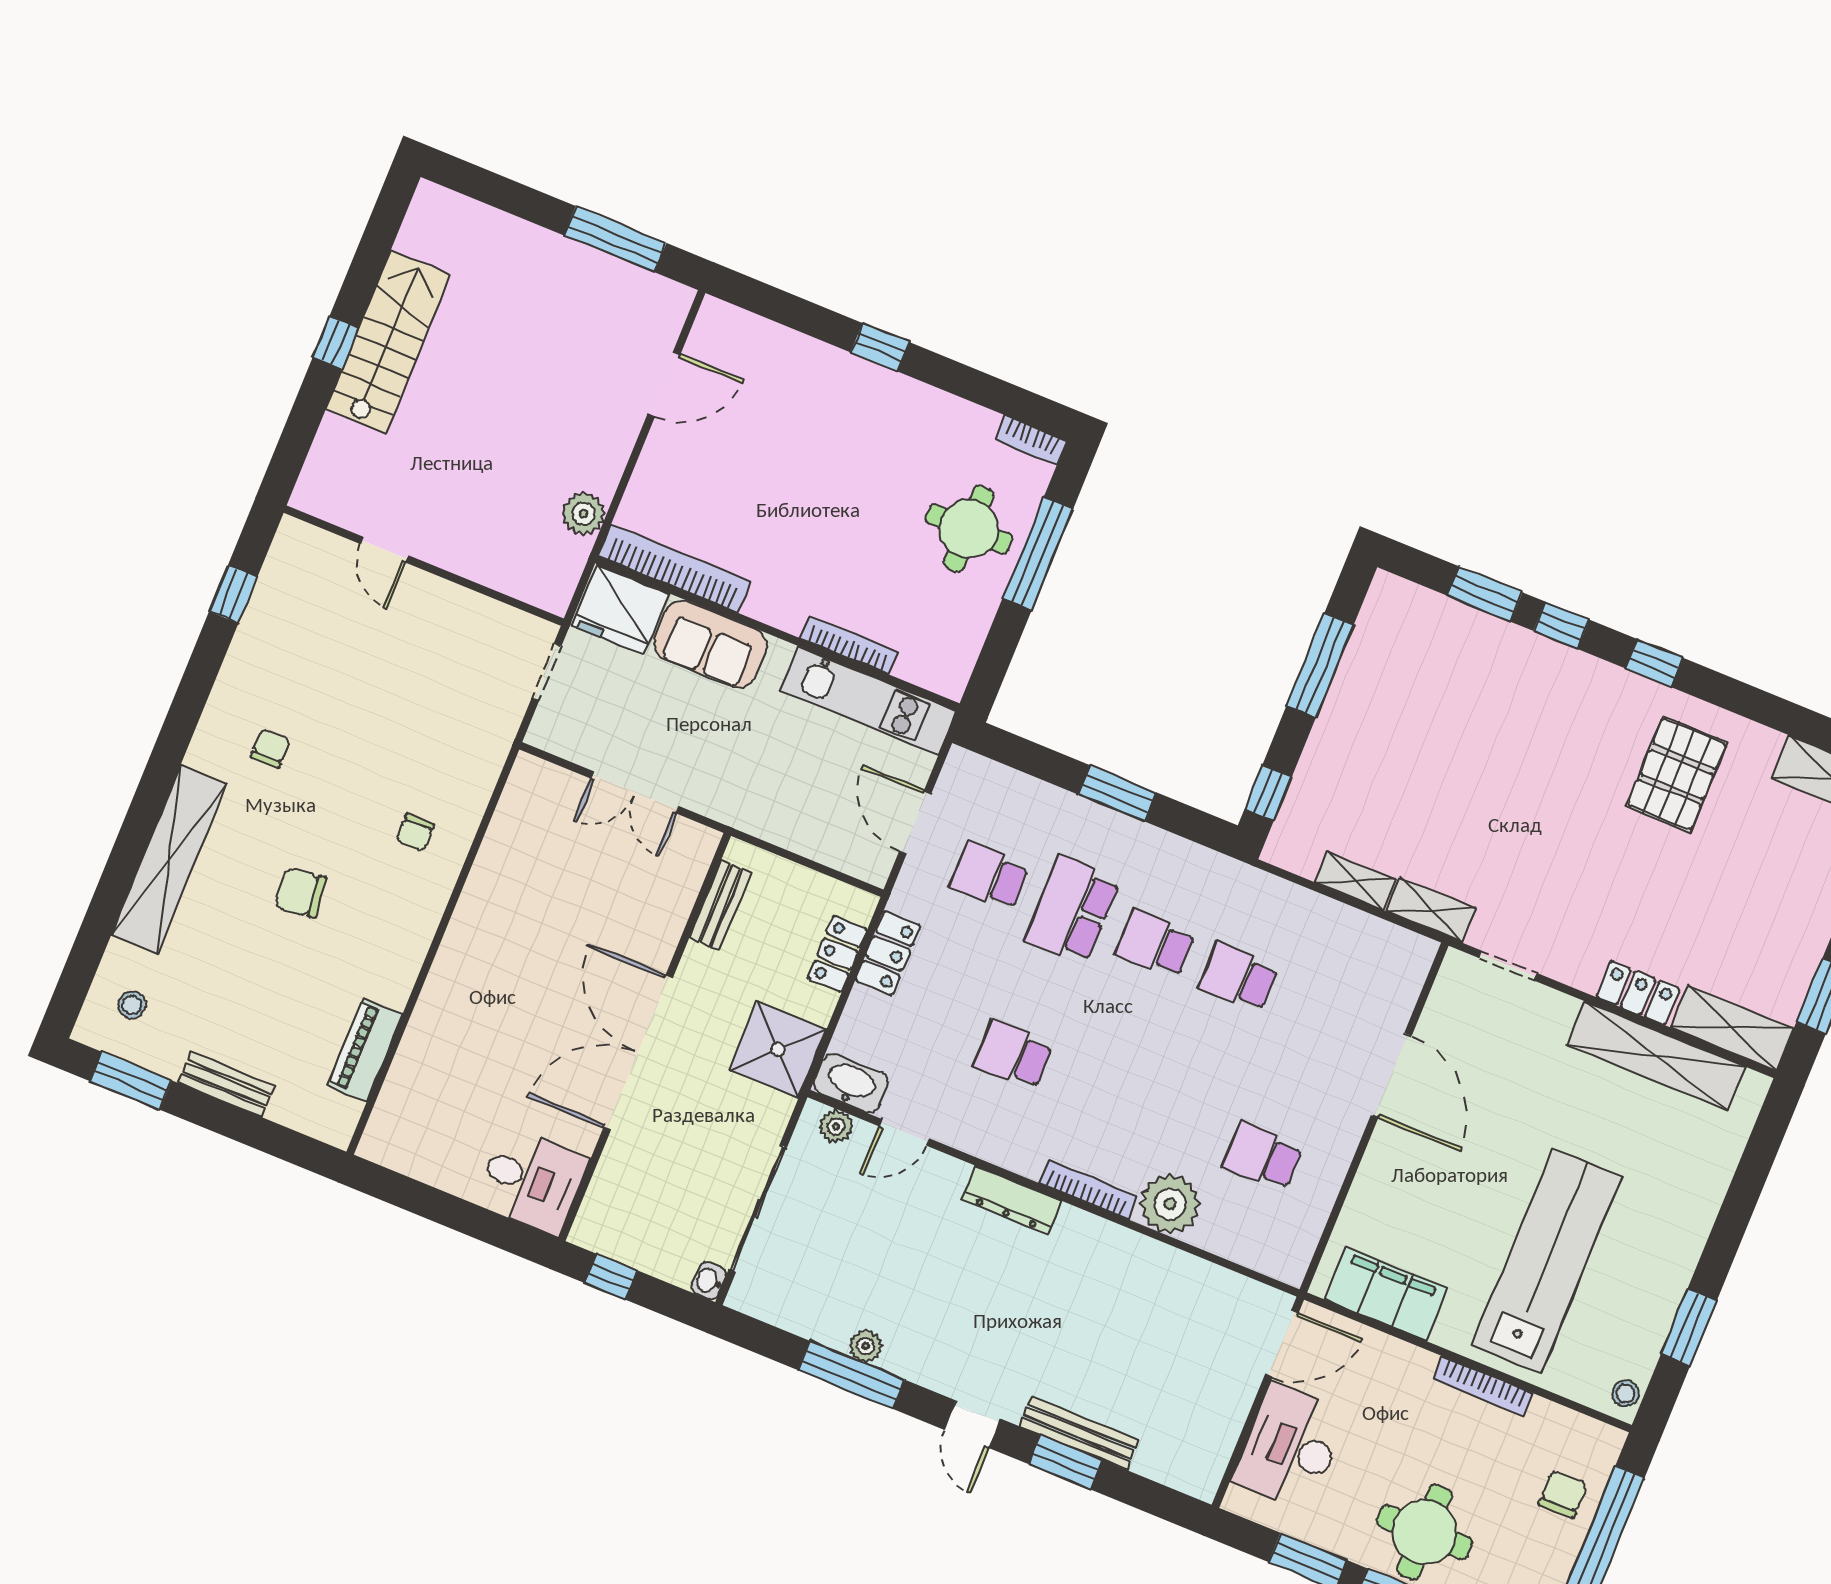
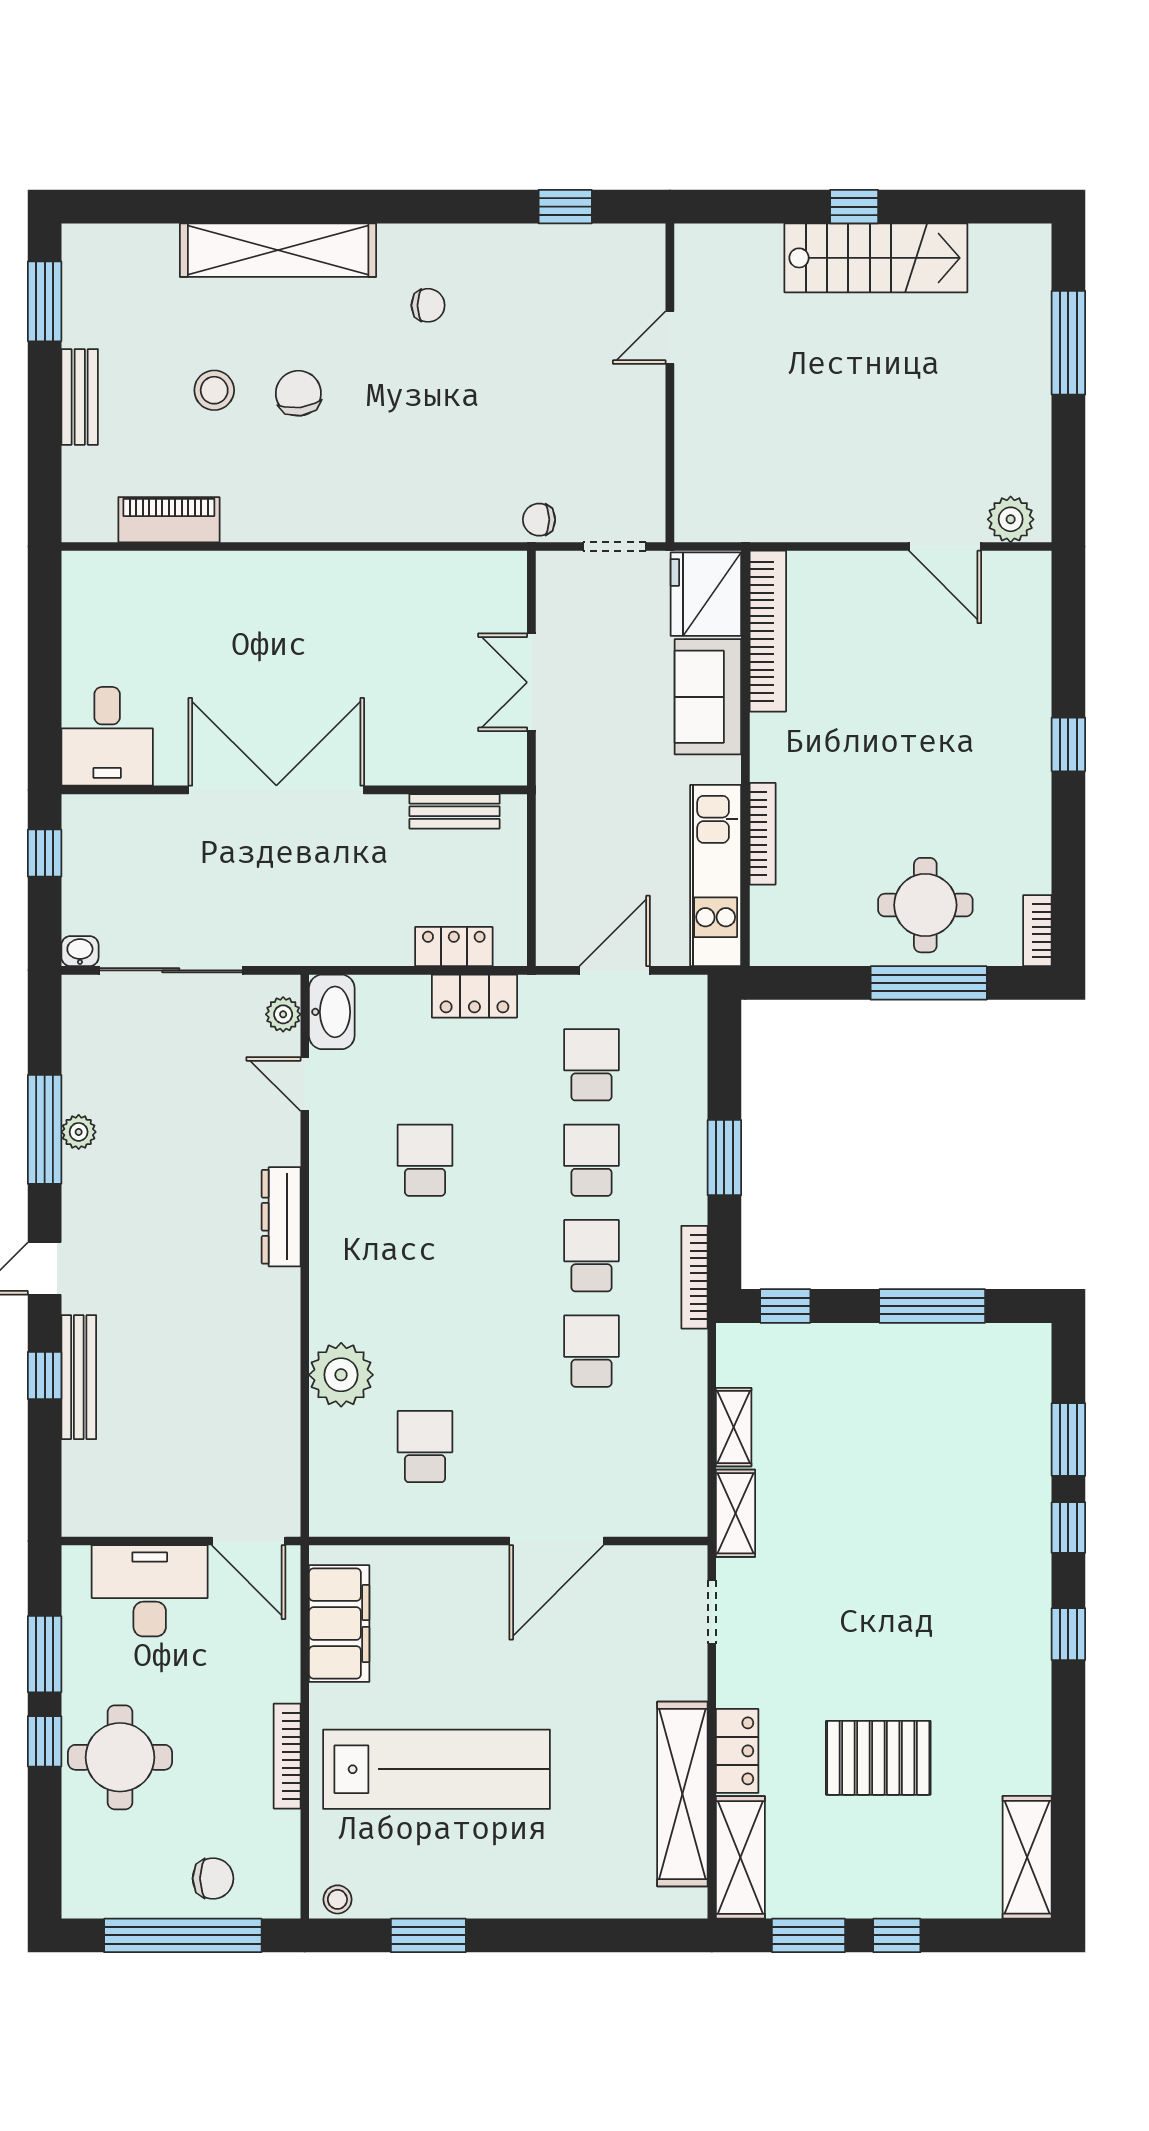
window: (615, 239) -> (1068, 343), moved
plant: (583, 514) -> (1011, 519), moved
pallet: (1677, 774) -> (878, 1758), moved
chair: (415, 832) -> (539, 520), moved
school desk: (1072, 910) -> (591, 1160), width x0.54
stool: (132, 1005) -> (214, 390), moved, width x1.37, depth x1.37
shower: (778, 1050) -> (335, 926), removed
bookcase: (1088, 1190) -> (694, 1277), moved, turned 180
window: (1065, 1462) -> (45, 1375), width x0.67

